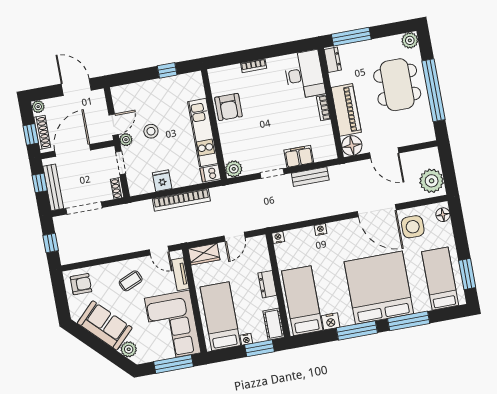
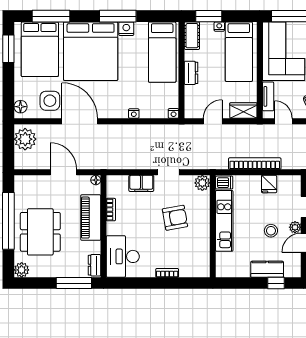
window: (167, 70) -> (276, 283), moved
kitchen counter: (148, 89) -> (267, 269), added
armchair: (228, 107) -> (175, 218), moved, turned 80
bookcase: (323, 108) -> (111, 210), moved
floor lamp: (352, 146) -> (96, 180), width x0.53, depth x0.53
bench: (310, 177) -> (134, 163), removed
bed: (440, 279) -> (40, 49), width x1.50
nightstand: (331, 321) -> (126, 29), moved
window: (409, 321) -> (51, 16), moved

